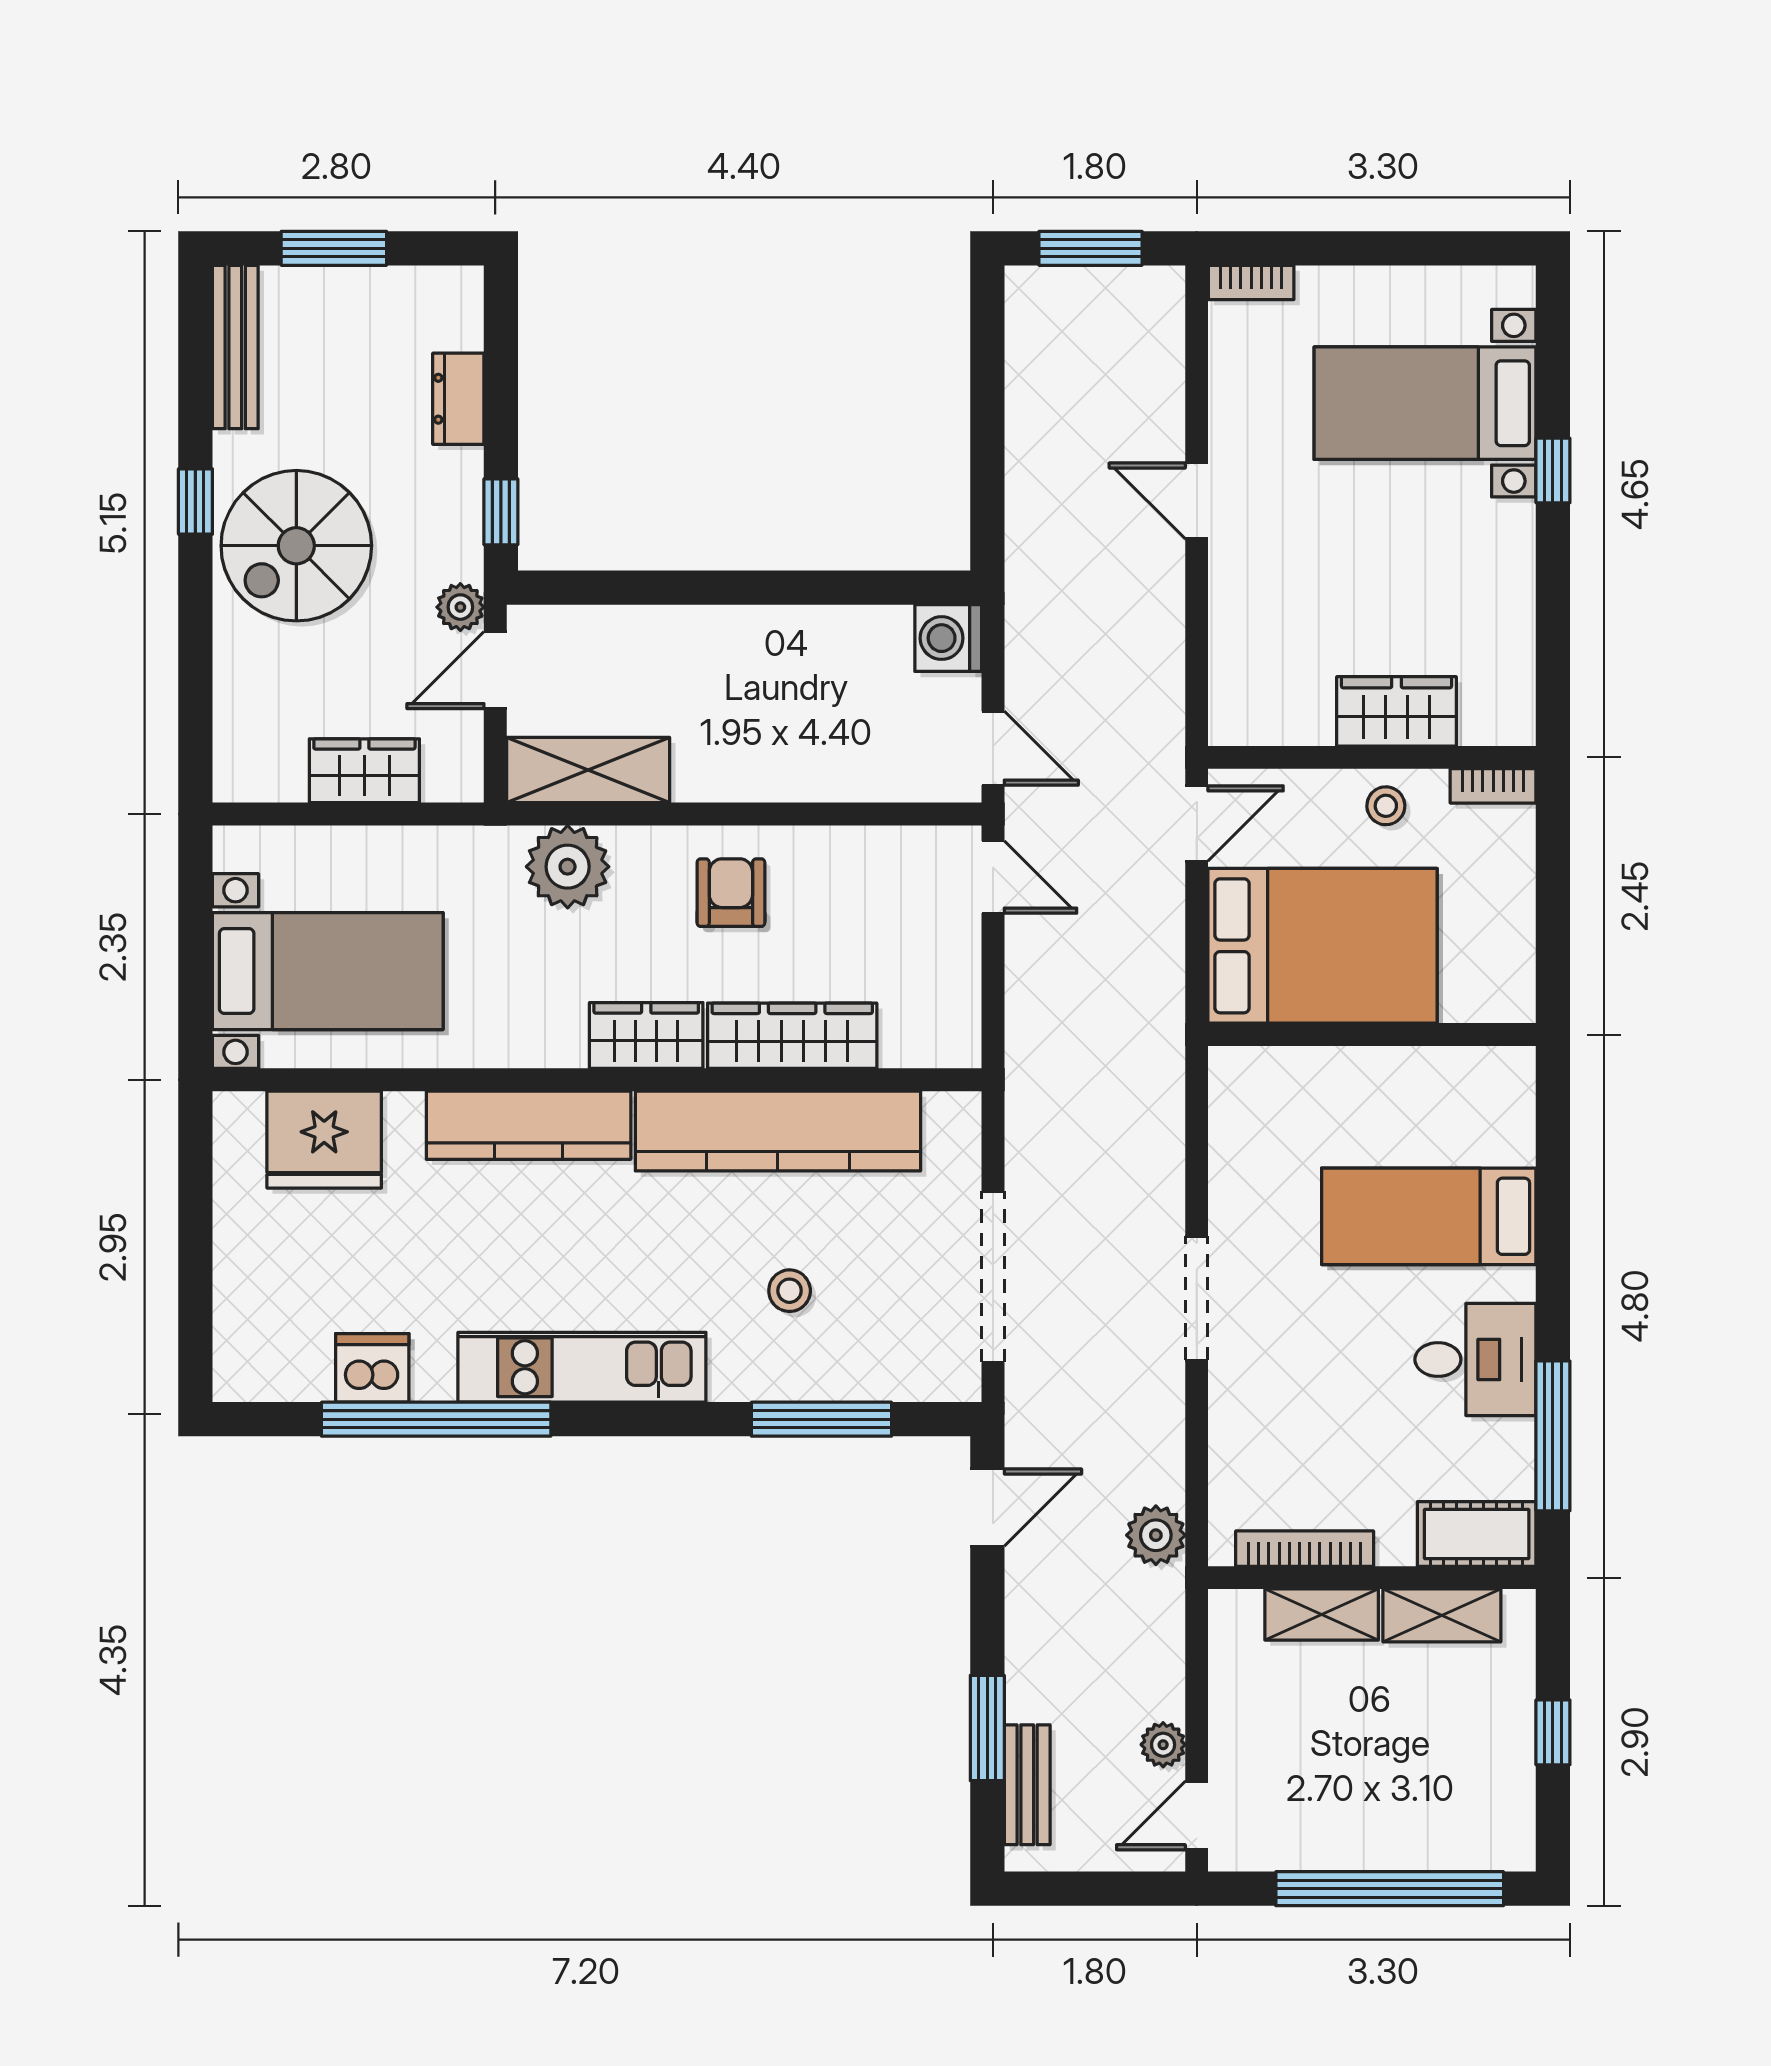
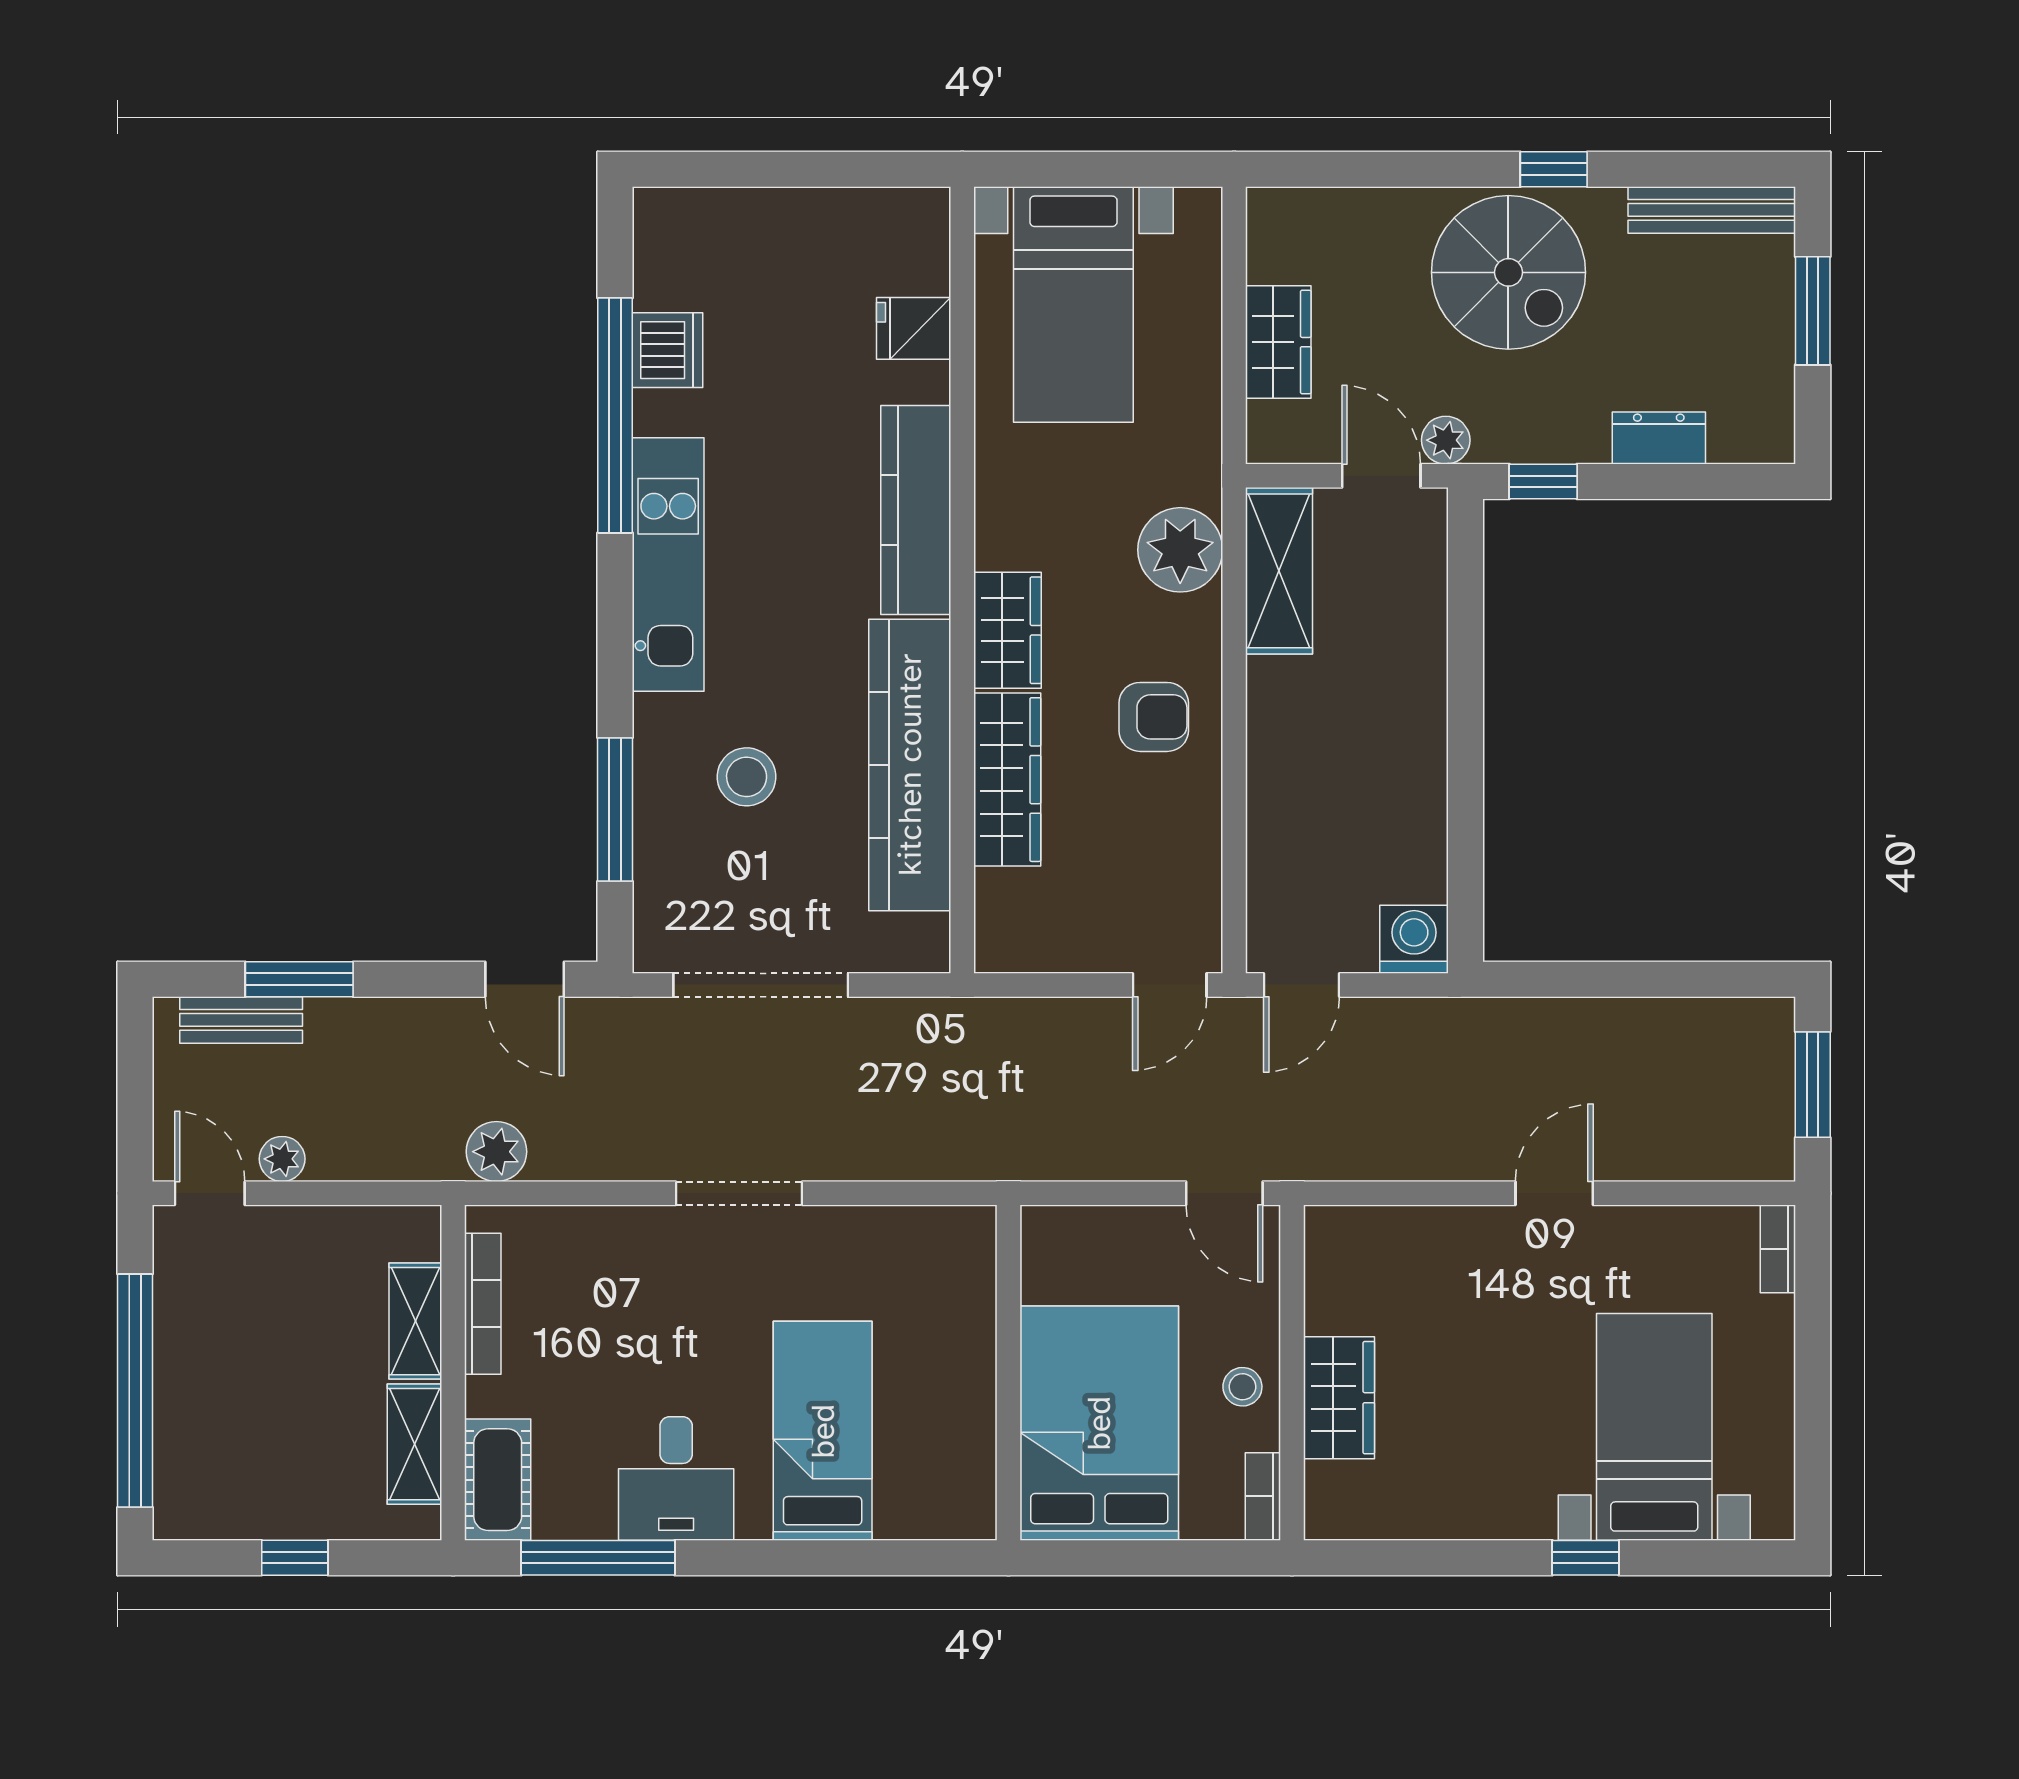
spiral stairs: (296, 546) -> (1508, 272), turned 180
bed: (1323, 946) -> (1099, 1423), moved, turned 180
fridge: (324, 1140) -> (914, 328), width x0.53, depth x0.75
stool: (790, 1291) -> (747, 777), width x1.37, depth x1.37

